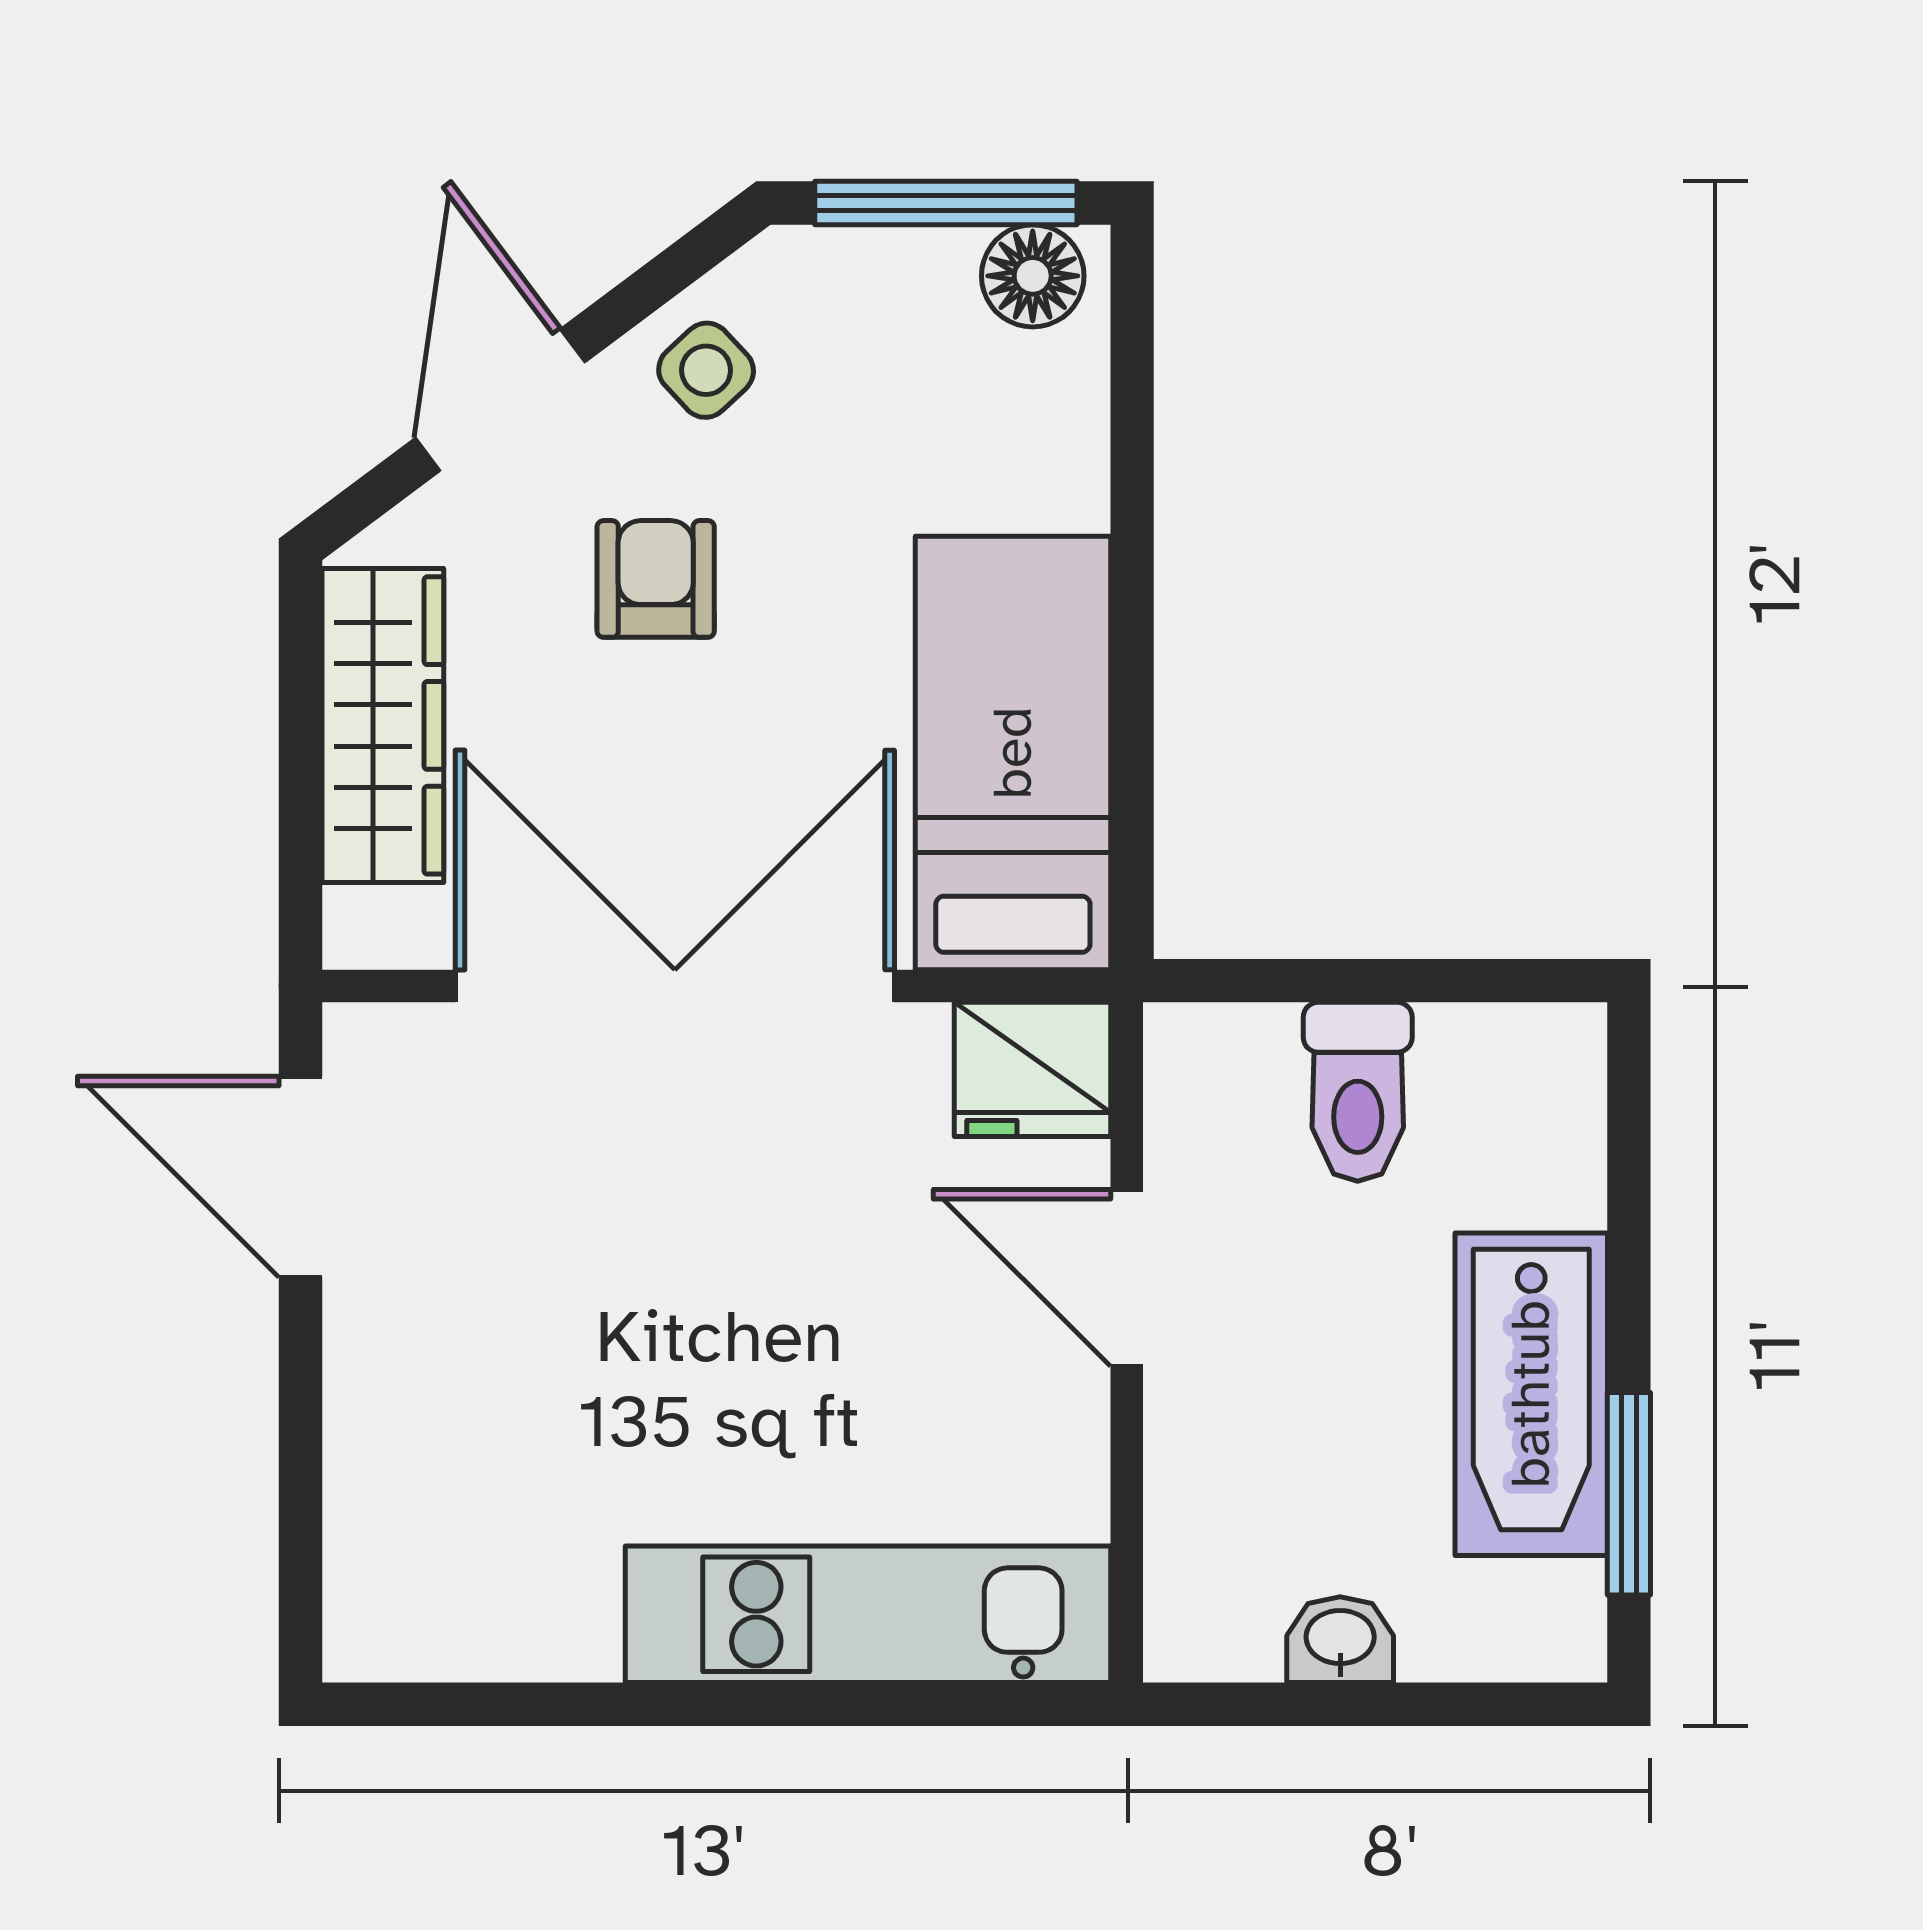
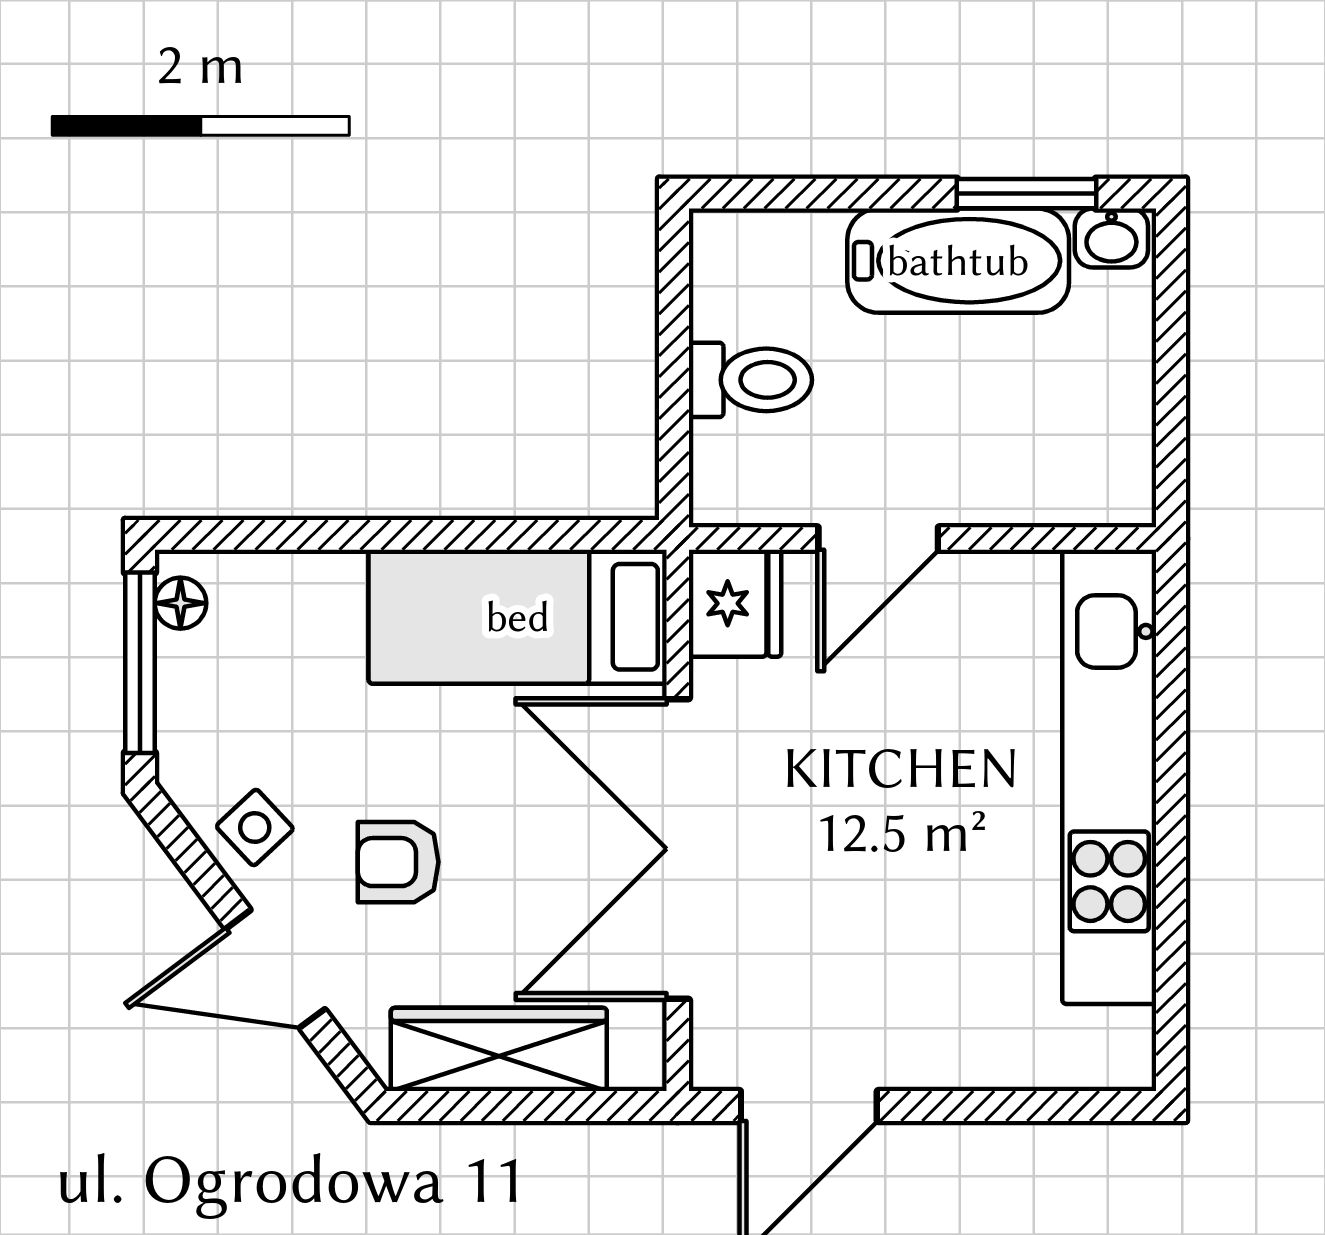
floor lamp: (1033, 276) -> (180, 603), width x0.73, depth x0.73
kitchen unit: (868, 1614) -> (1109, 777), width x1.36
washbasin: (1340, 1640) -> (1111, 238), moved, turned -90

